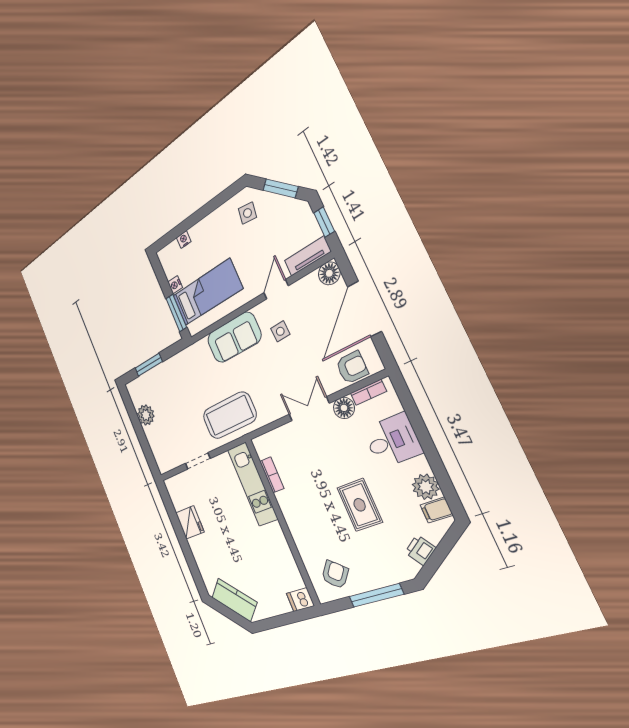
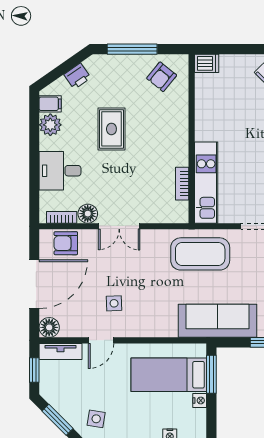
sofa: (234, 337) -> (217, 321), moved, width x1.36

